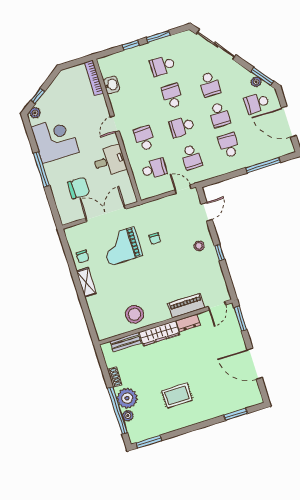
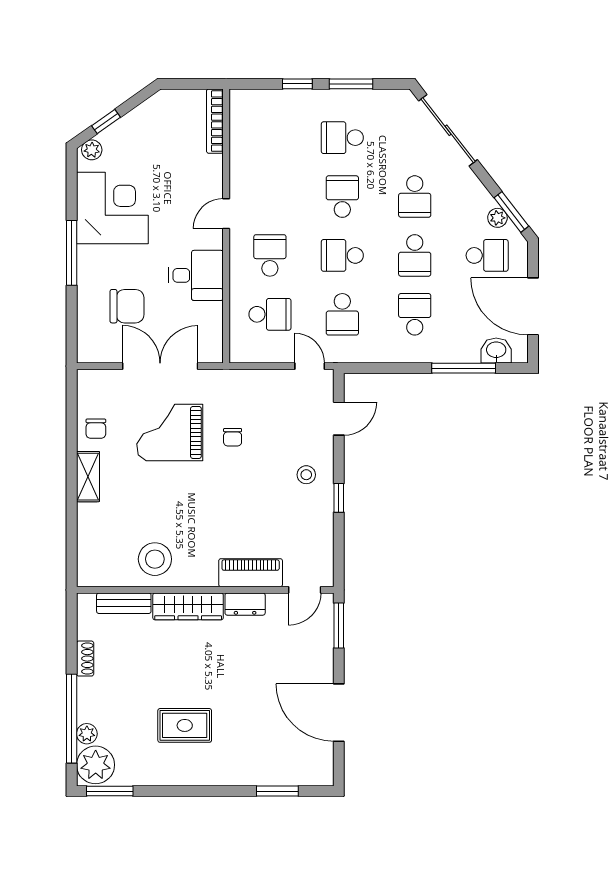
washbasin: (112, 85) -> (496, 350), moved, turned -90
school desk: (257, 103) -> (487, 255), turned 180
plant: (127, 398) -> (96, 765), moved

